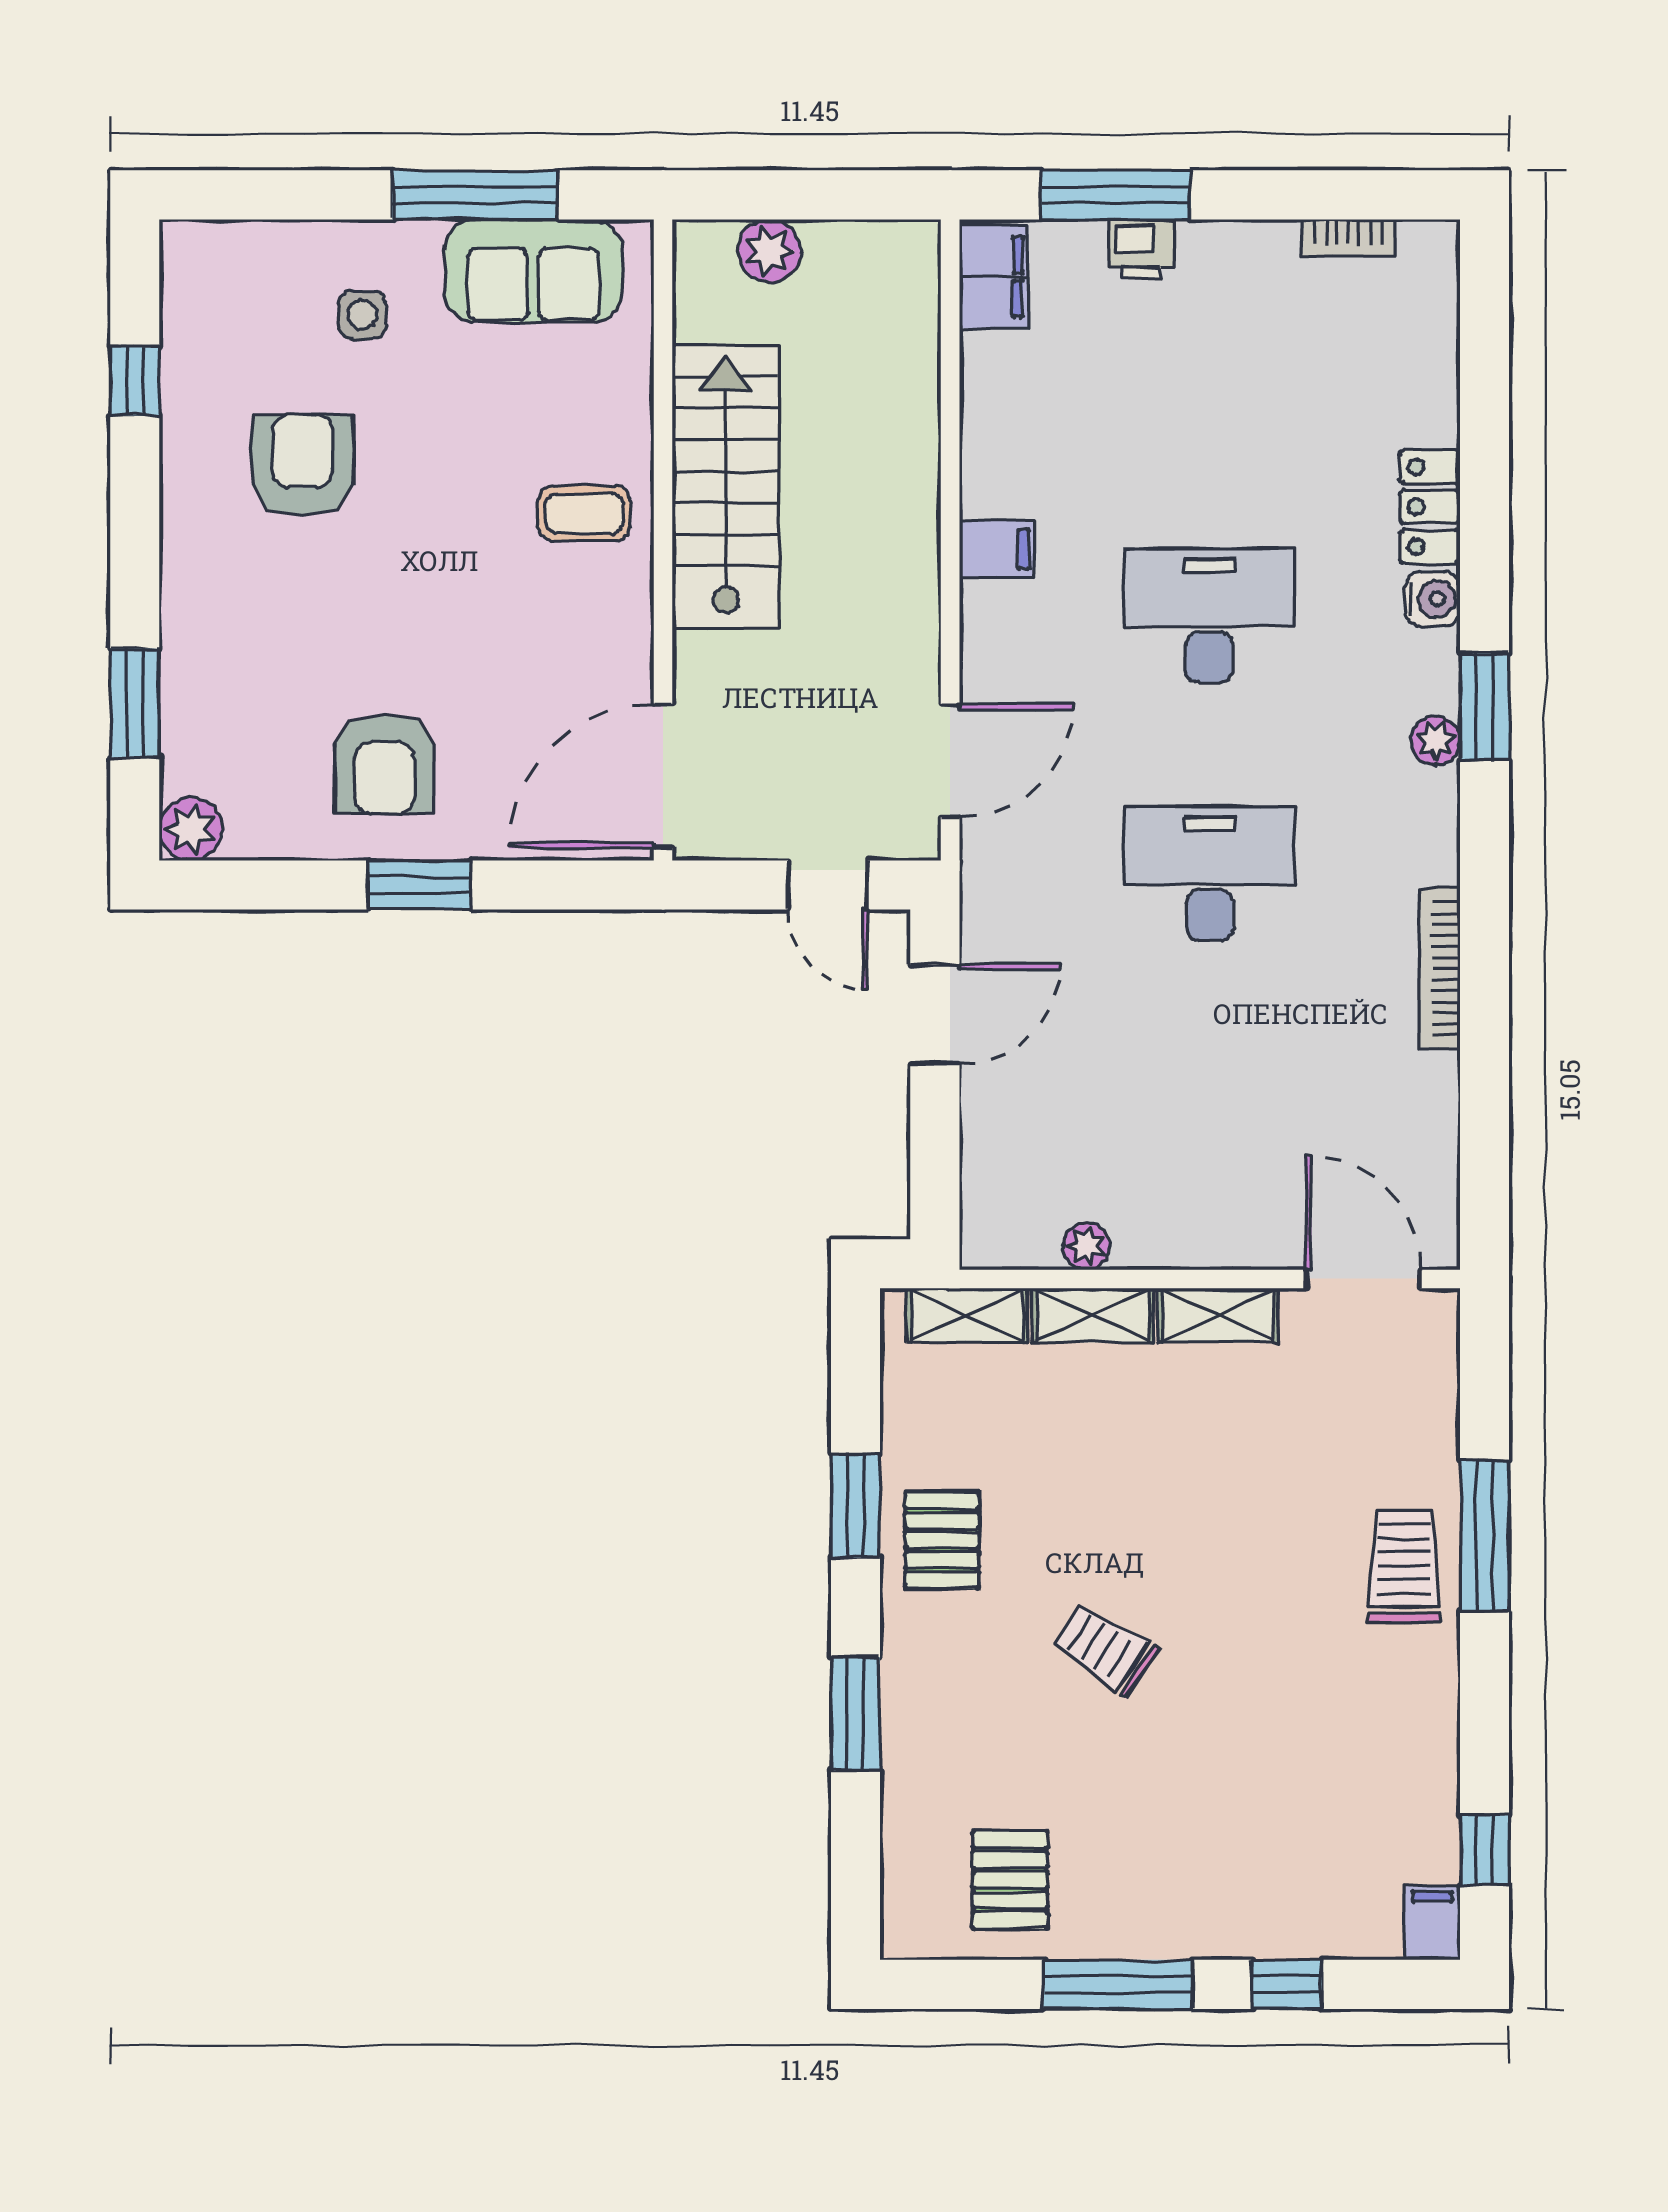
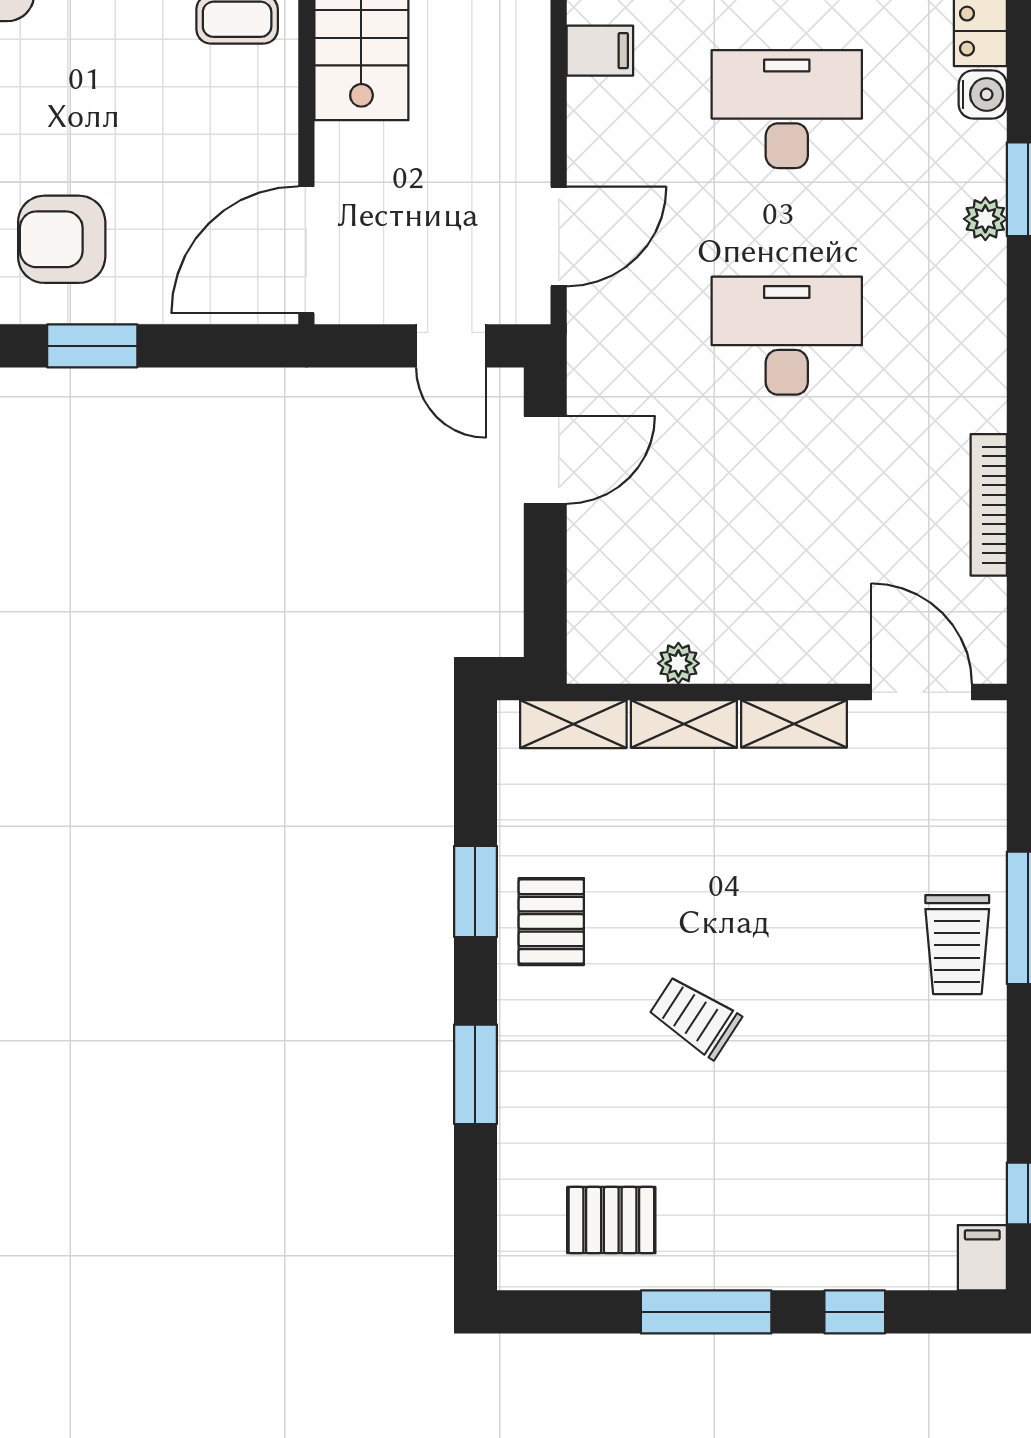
armchair: (385, 764) -> (62, 239), turned 90
bookcase: (1439, 969) -> (989, 505), moved
trolley: (1404, 1566) -> (957, 945), turned 180
pallet: (1010, 1880) -> (611, 1220), turned 90

